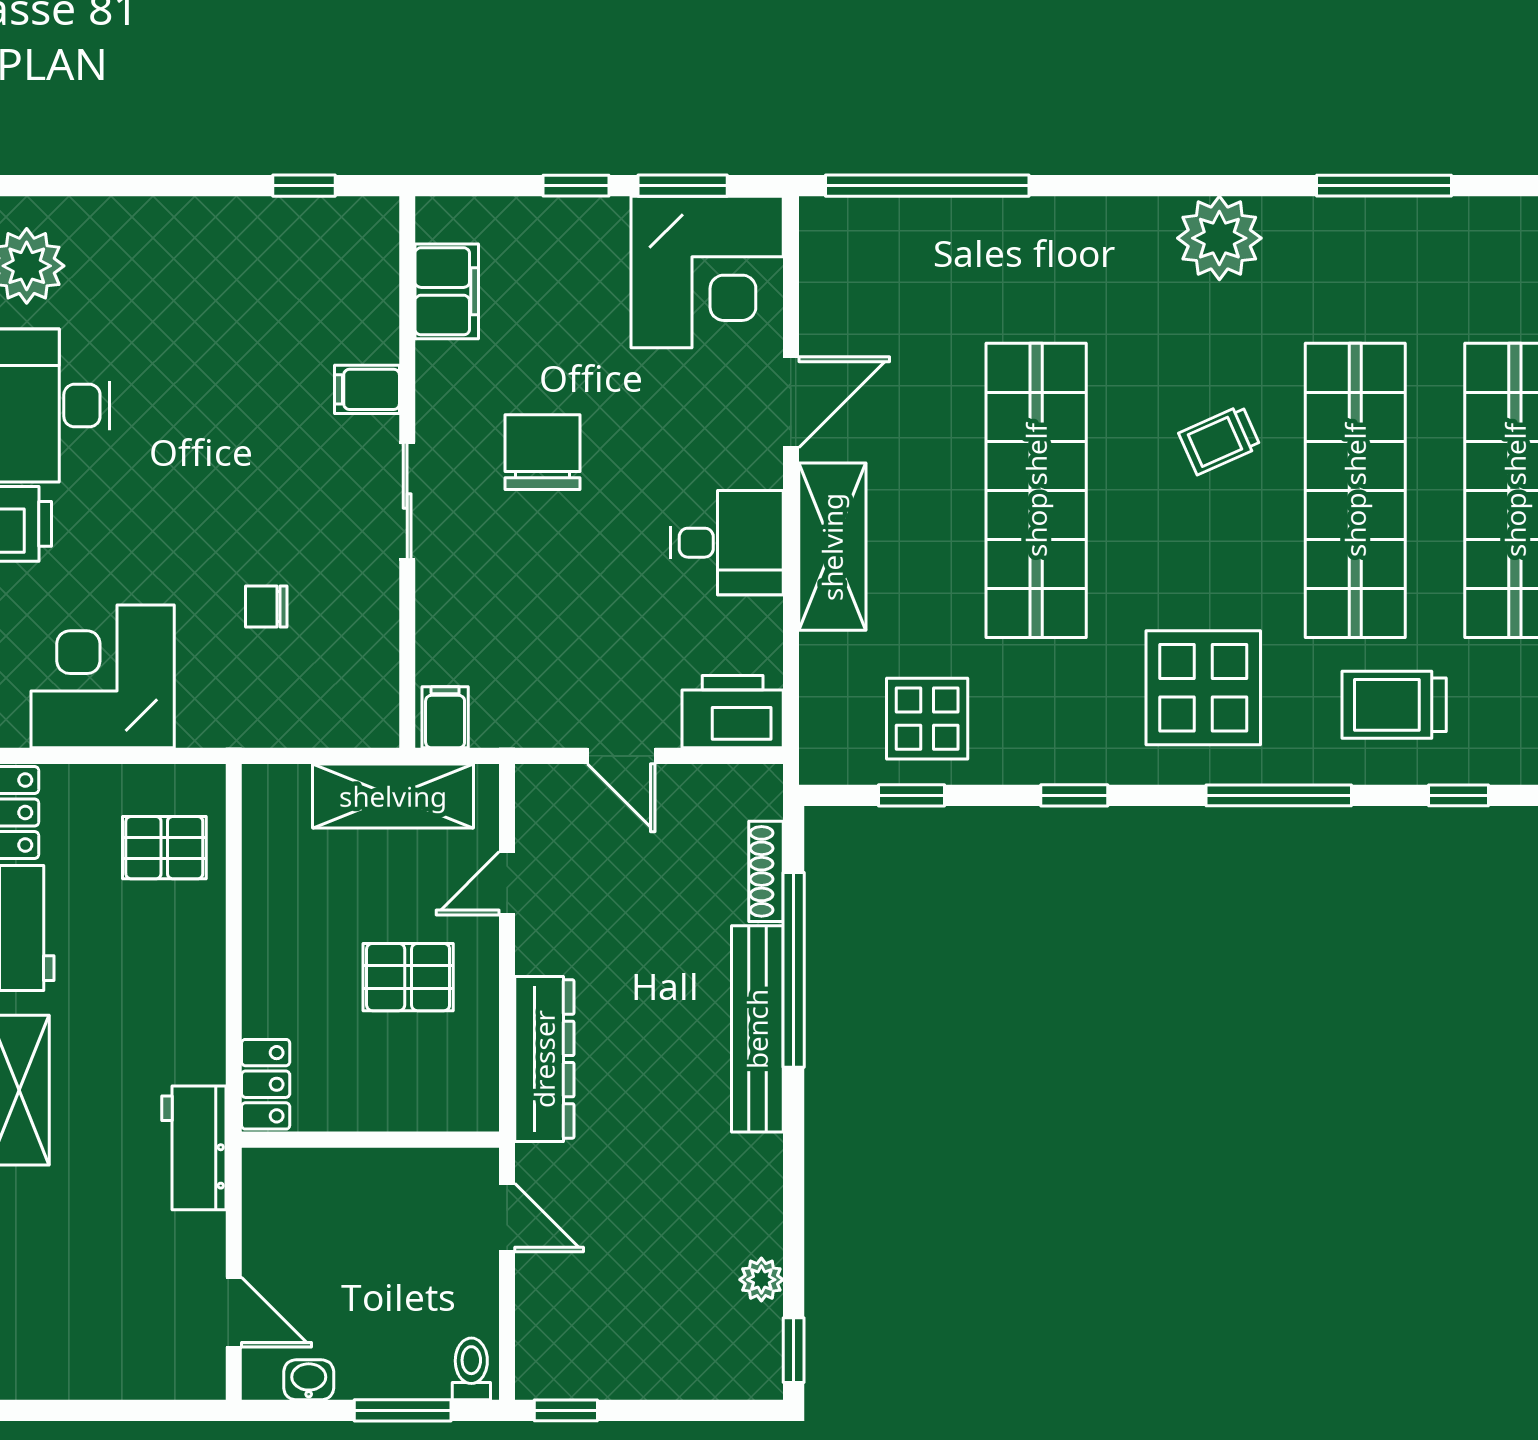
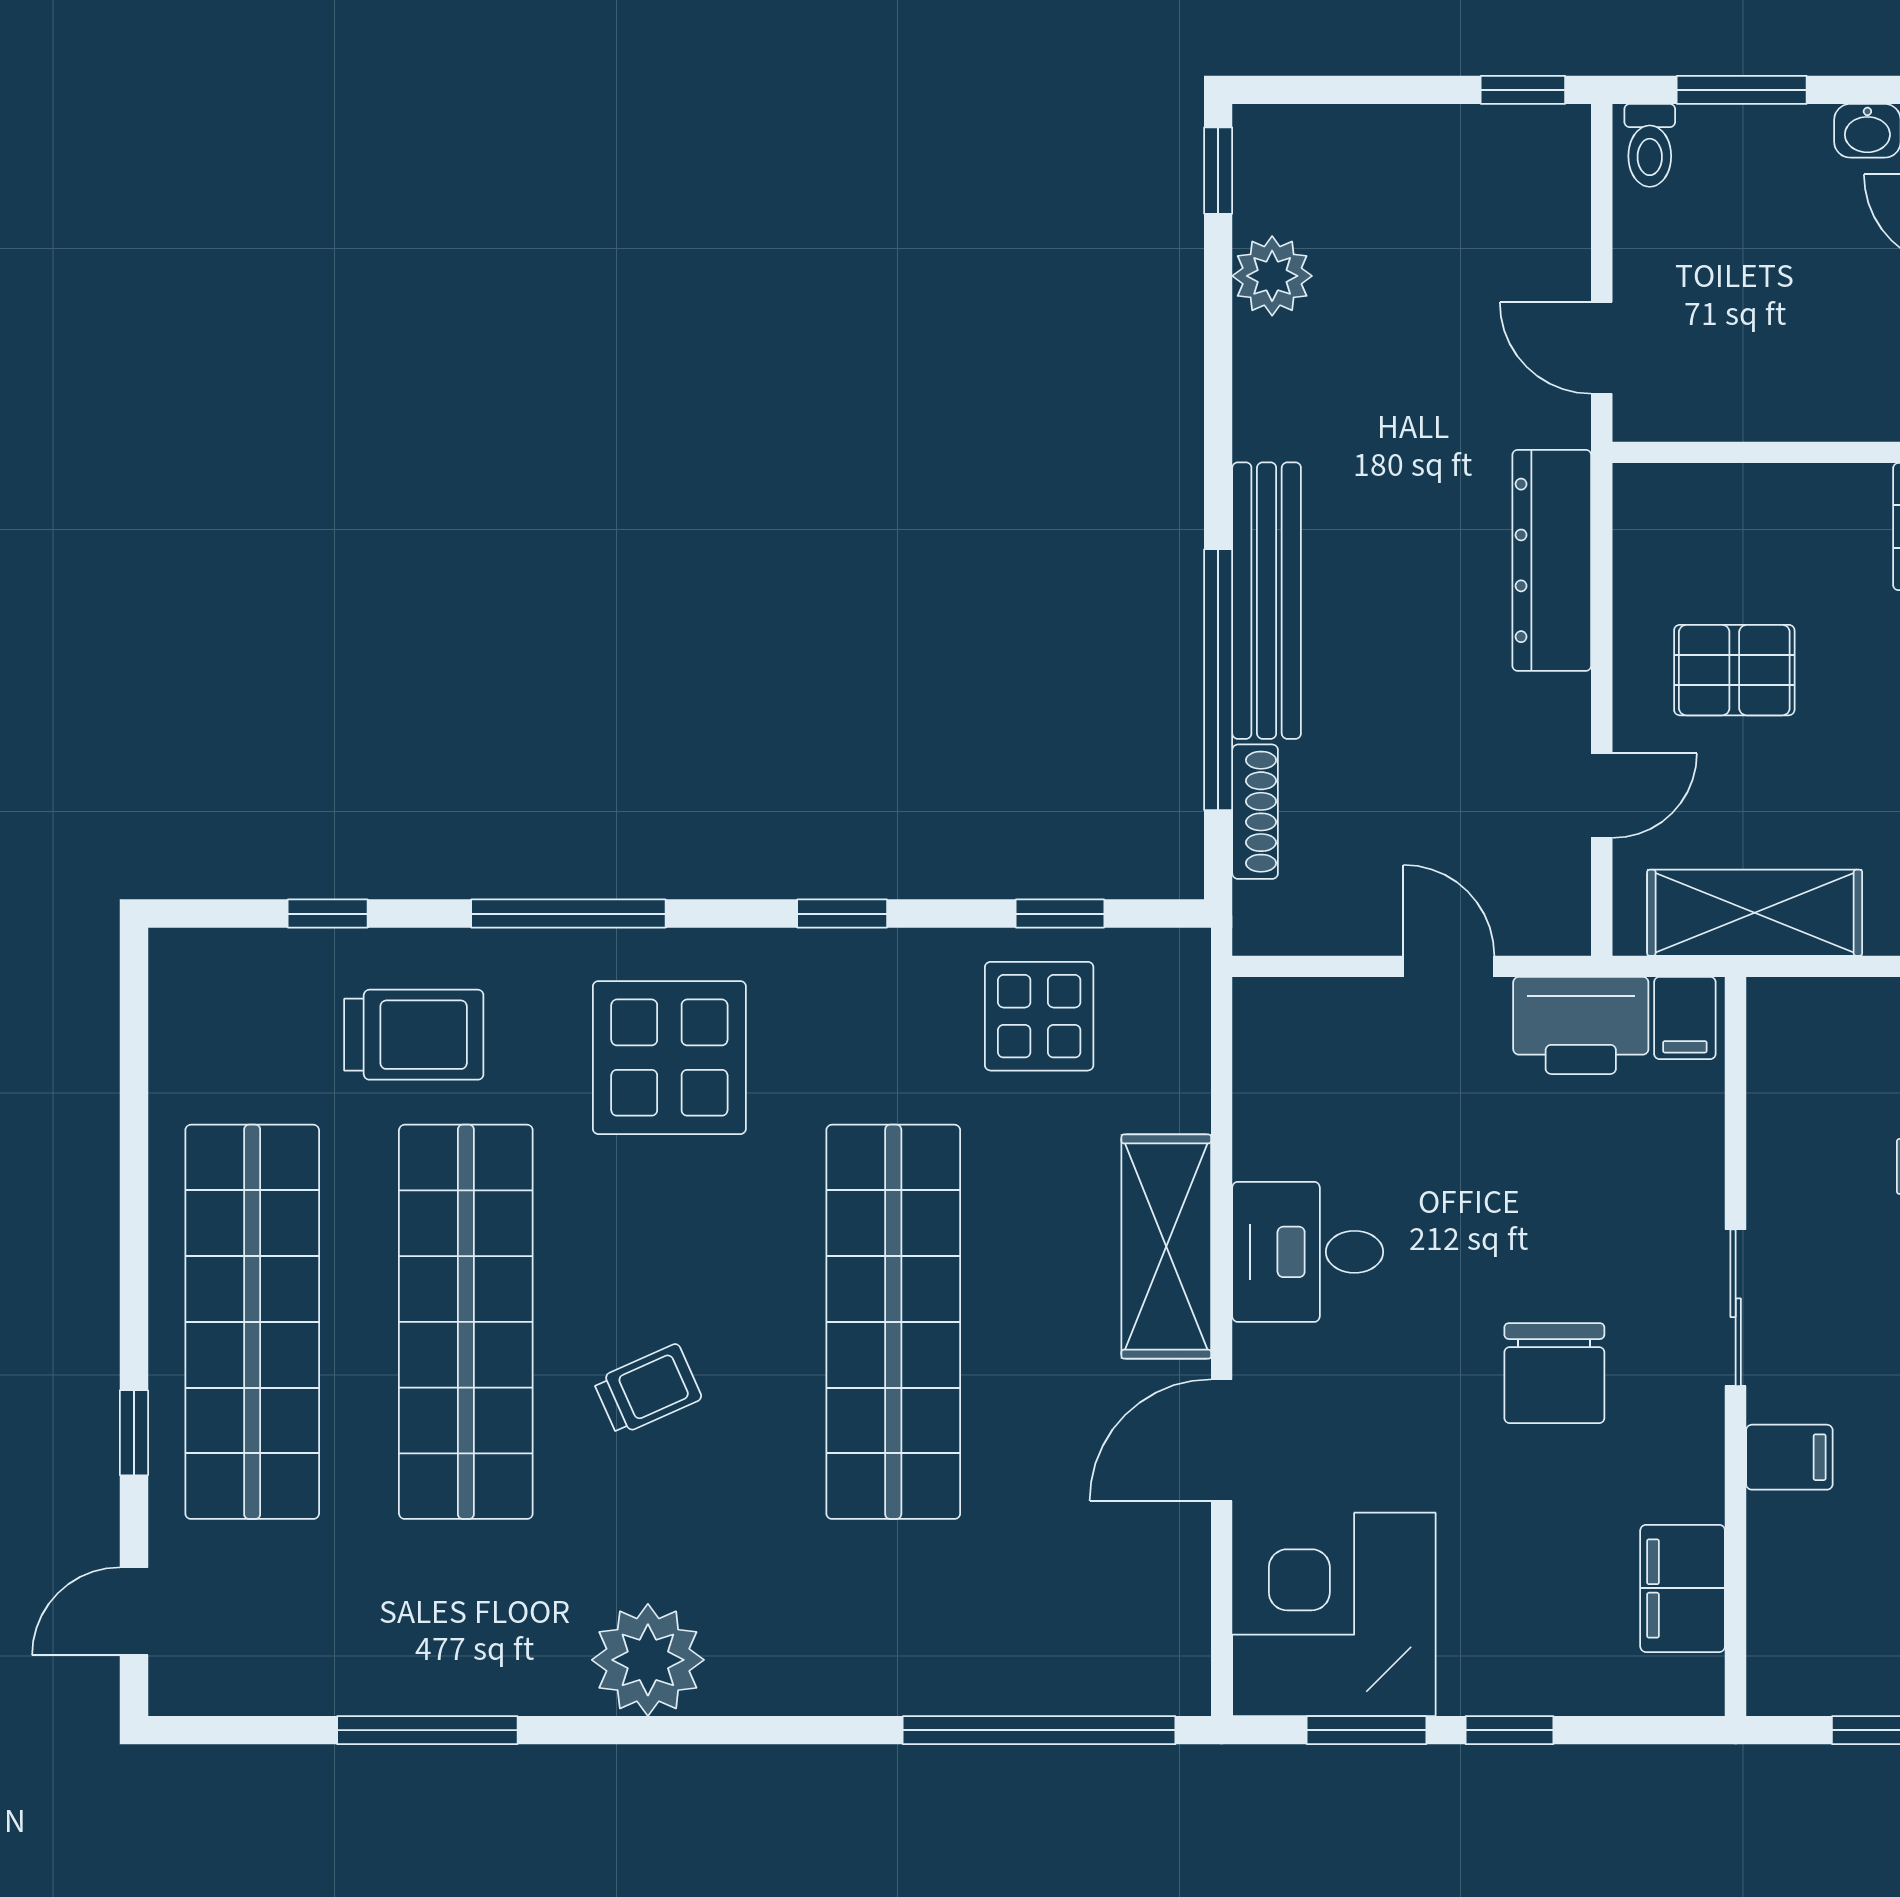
printer: (733, 712) -> (1581, 1025), moved
plant: (761, 1280) -> (1272, 276), width x1.38, depth x1.38

